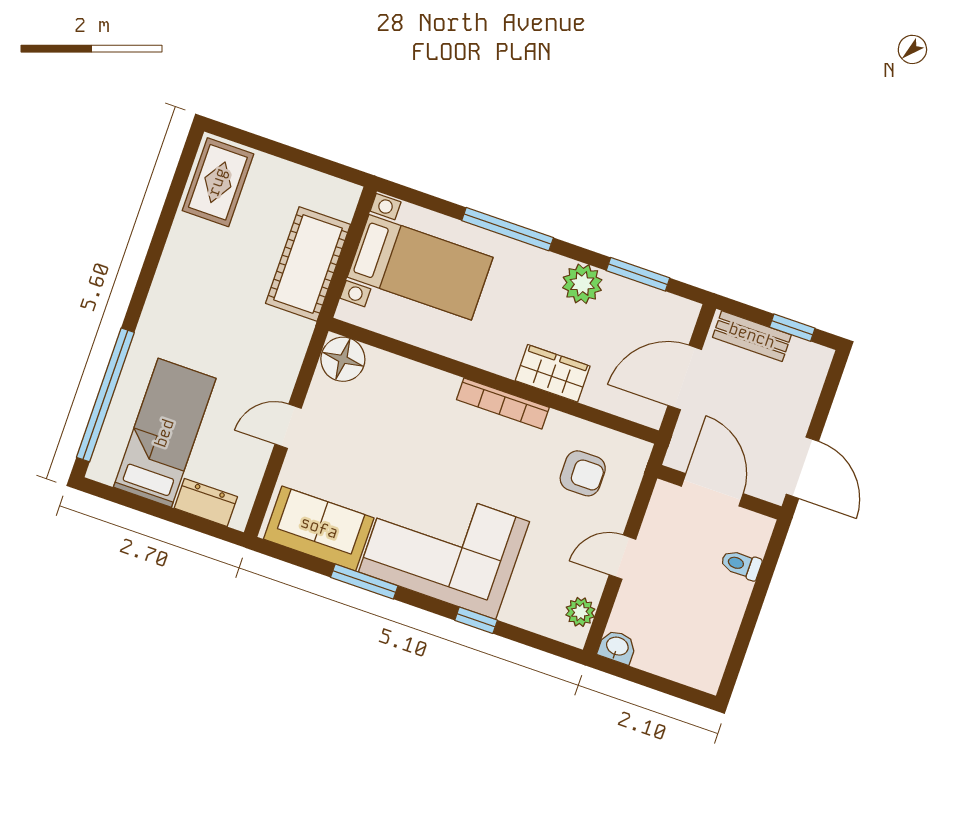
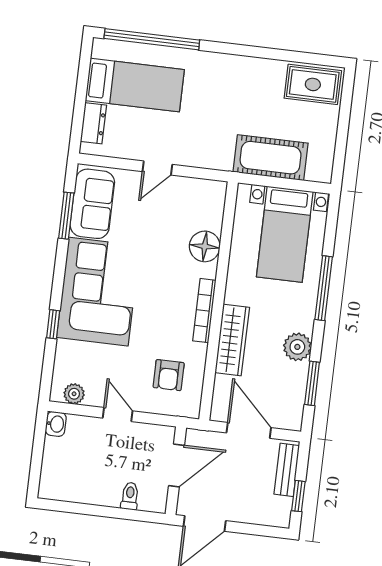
floor lamp: (343, 359) -> (205, 246), moved
wardrobe: (553, 373) -> (232, 340), width x1.50
door: (288, 426) -> (157, 168), swing flipped
window: (364, 582) -> (66, 216), moved

